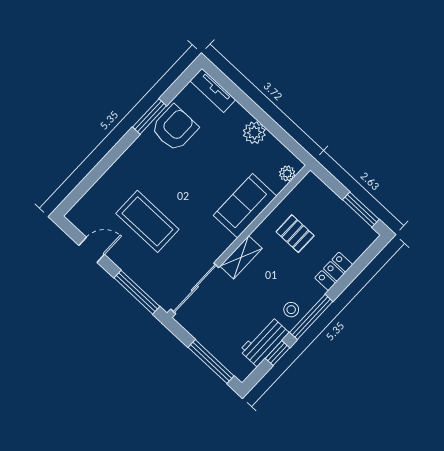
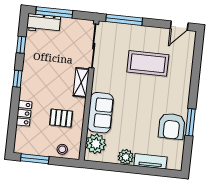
tv unit: (213, 90) -> (150, 161), moved
plant: (287, 173) -> (96, 144), width x1.88, depth x1.88
door: (92, 250) -> (179, 26), moved
stool: (291, 310) -> (62, 149), moved
window: (311, 317) -> (17, 79), width x0.46
workbench: (264, 342) -> (43, 23), moved, turned 90

